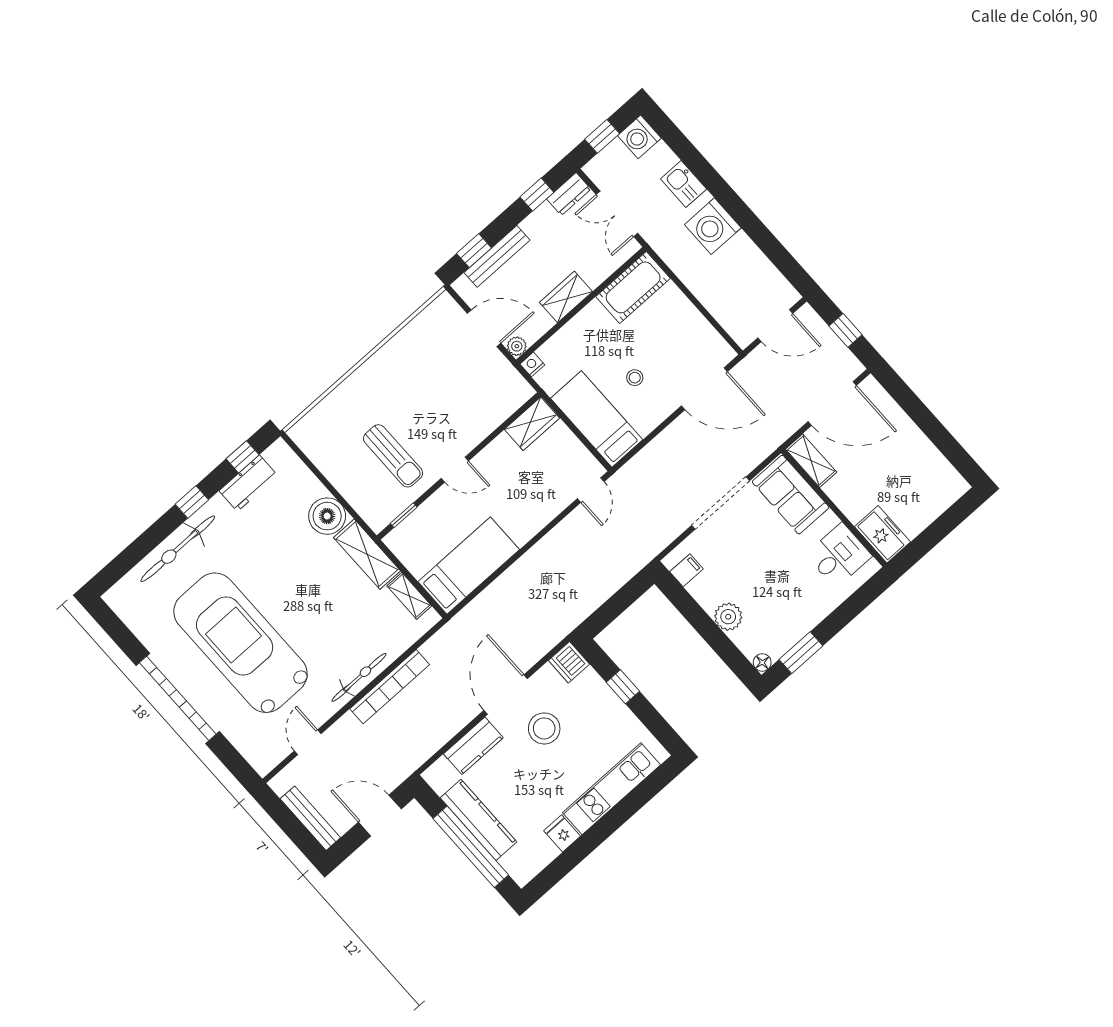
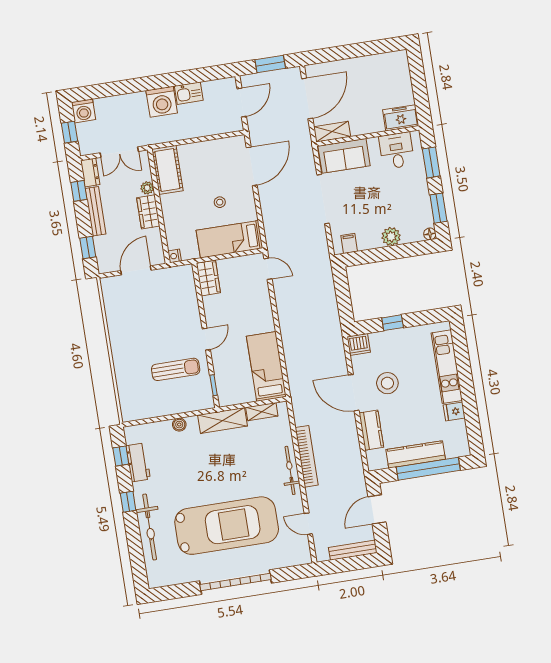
kitchen sink: (684, 184) -> (189, 93), moved
bench: (497, 256) -> (96, 211), moved
window: (845, 330) -> (270, 64), width x1.50
plant: (517, 346) -> (147, 188), moved
boiler: (327, 516) -> (179, 425), width x0.54, depth x0.54
window: (852, 607) -> (431, 162), added
car: (240, 643) -> (227, 526), turned 180

